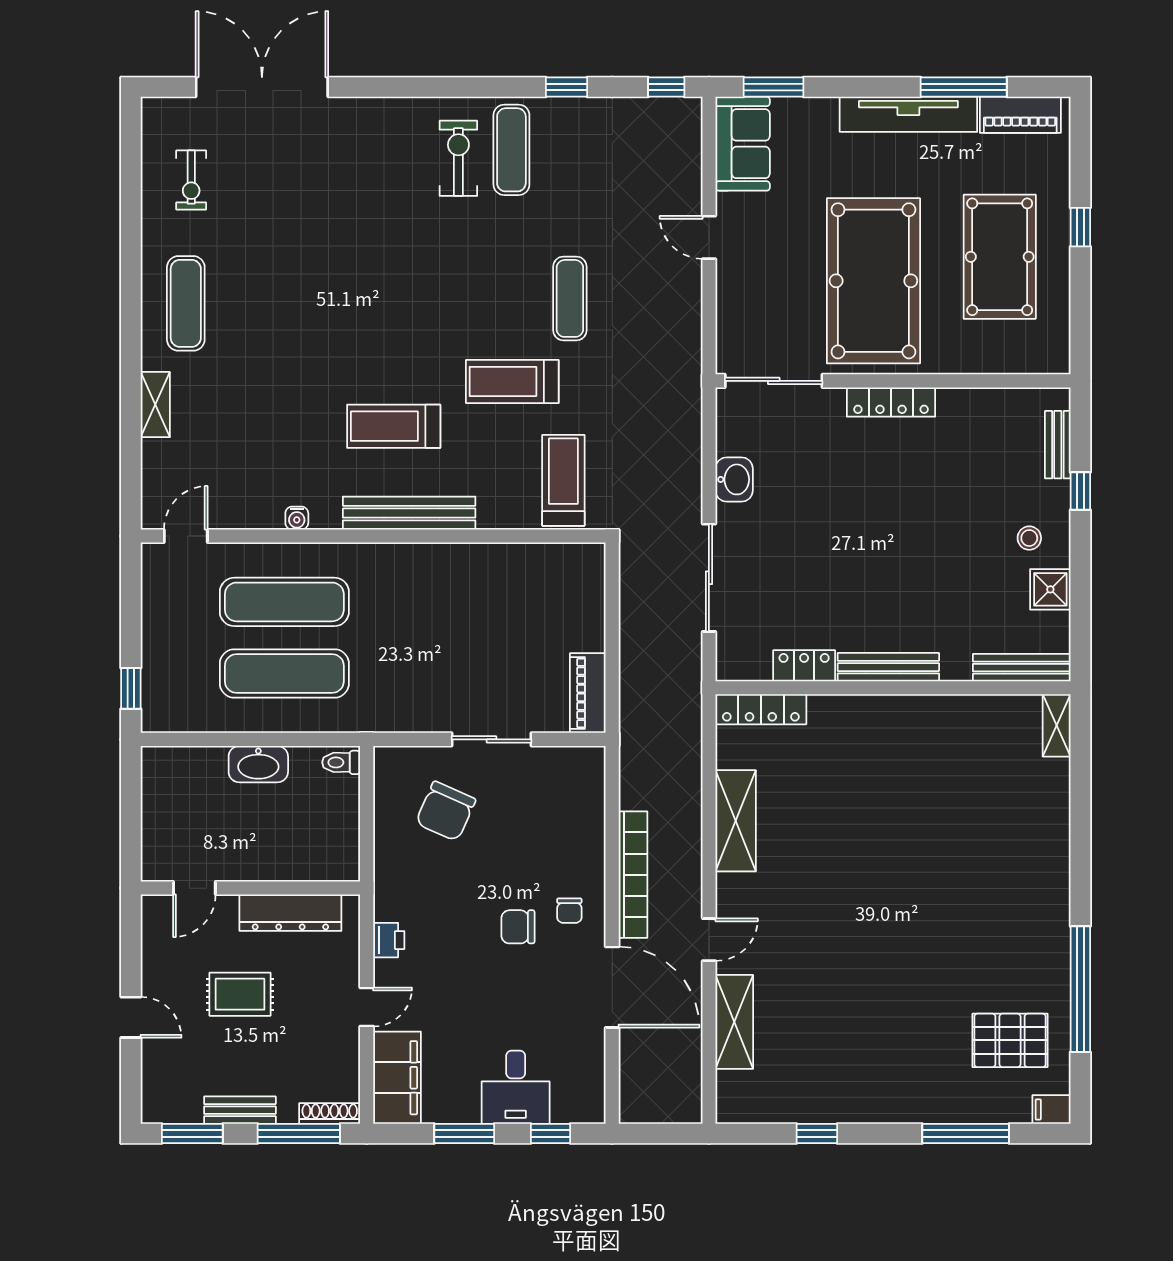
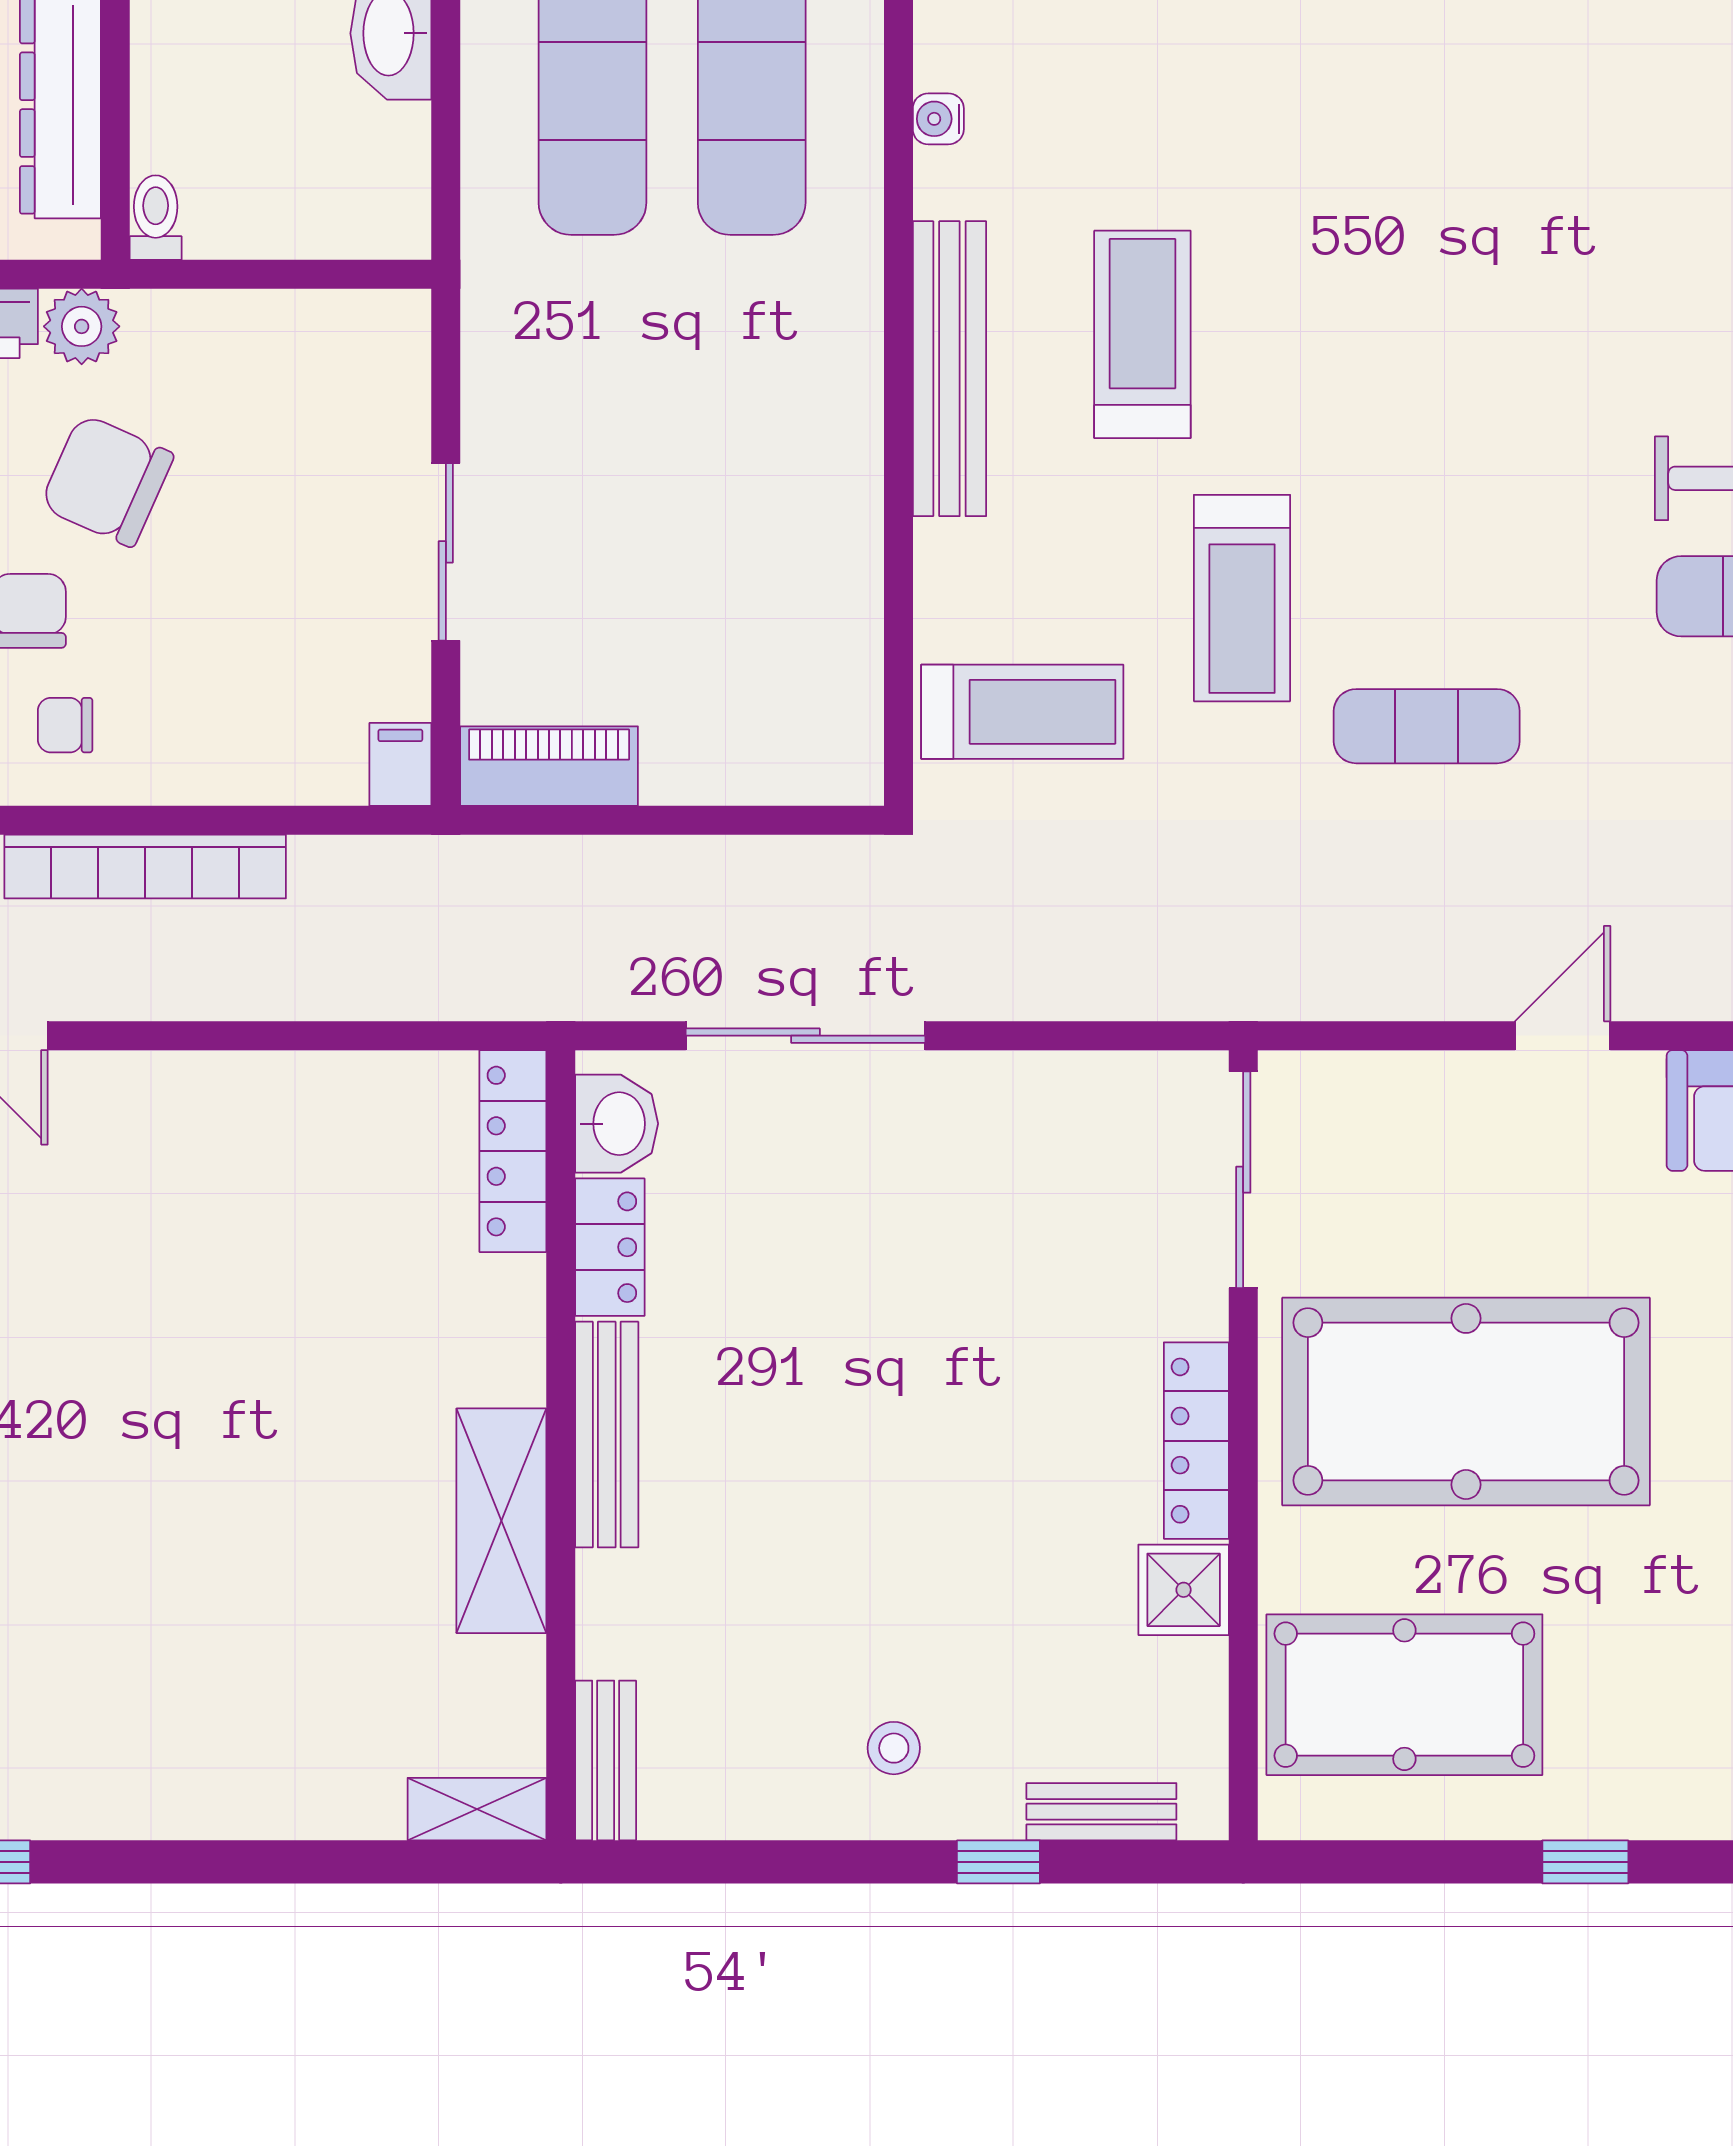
pool table: (1000, 257) -> (1404, 1695), moved
treadmill: (512, 381) -> (1242, 598), turned 180
washbasin: (734, 479) -> (617, 1124), moved, turned -90
shower: (1050, 589) -> (1184, 1590), moved
bench: (1022, 668) -> (606, 1760), width x0.73
filing cabinet: (587, 760) -> (400, 764), added
toilet: (341, 762) -> (156, 218), moved
chair: (446, 811) -> (107, 480), moved
shelving: (736, 821) -> (501, 1521), moved, turned 90
plant: (390, 903) -> (82, 326), added

